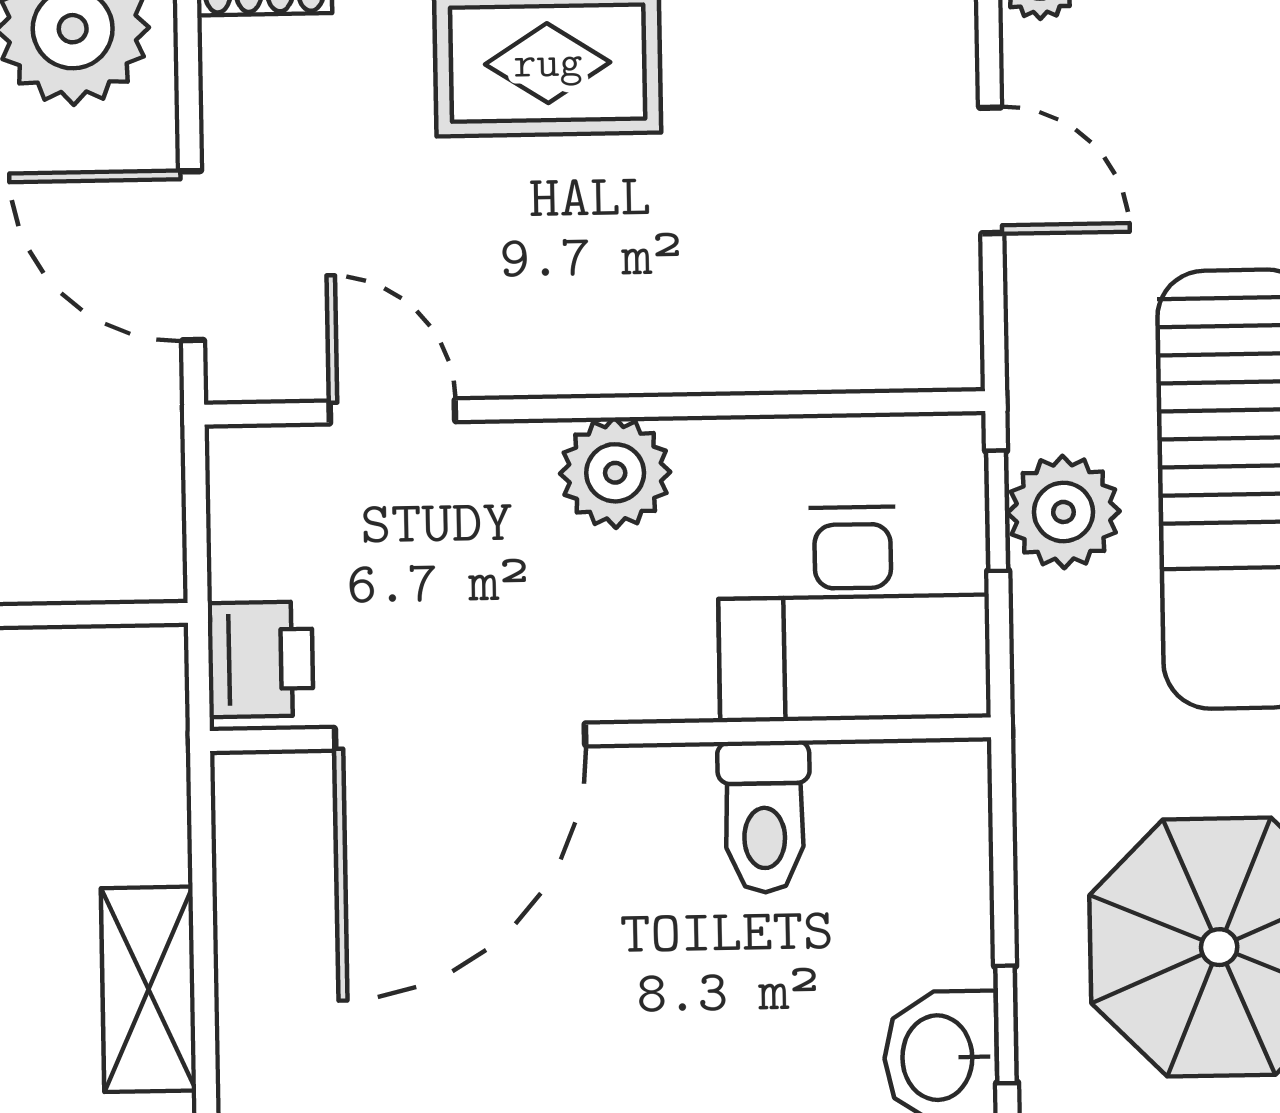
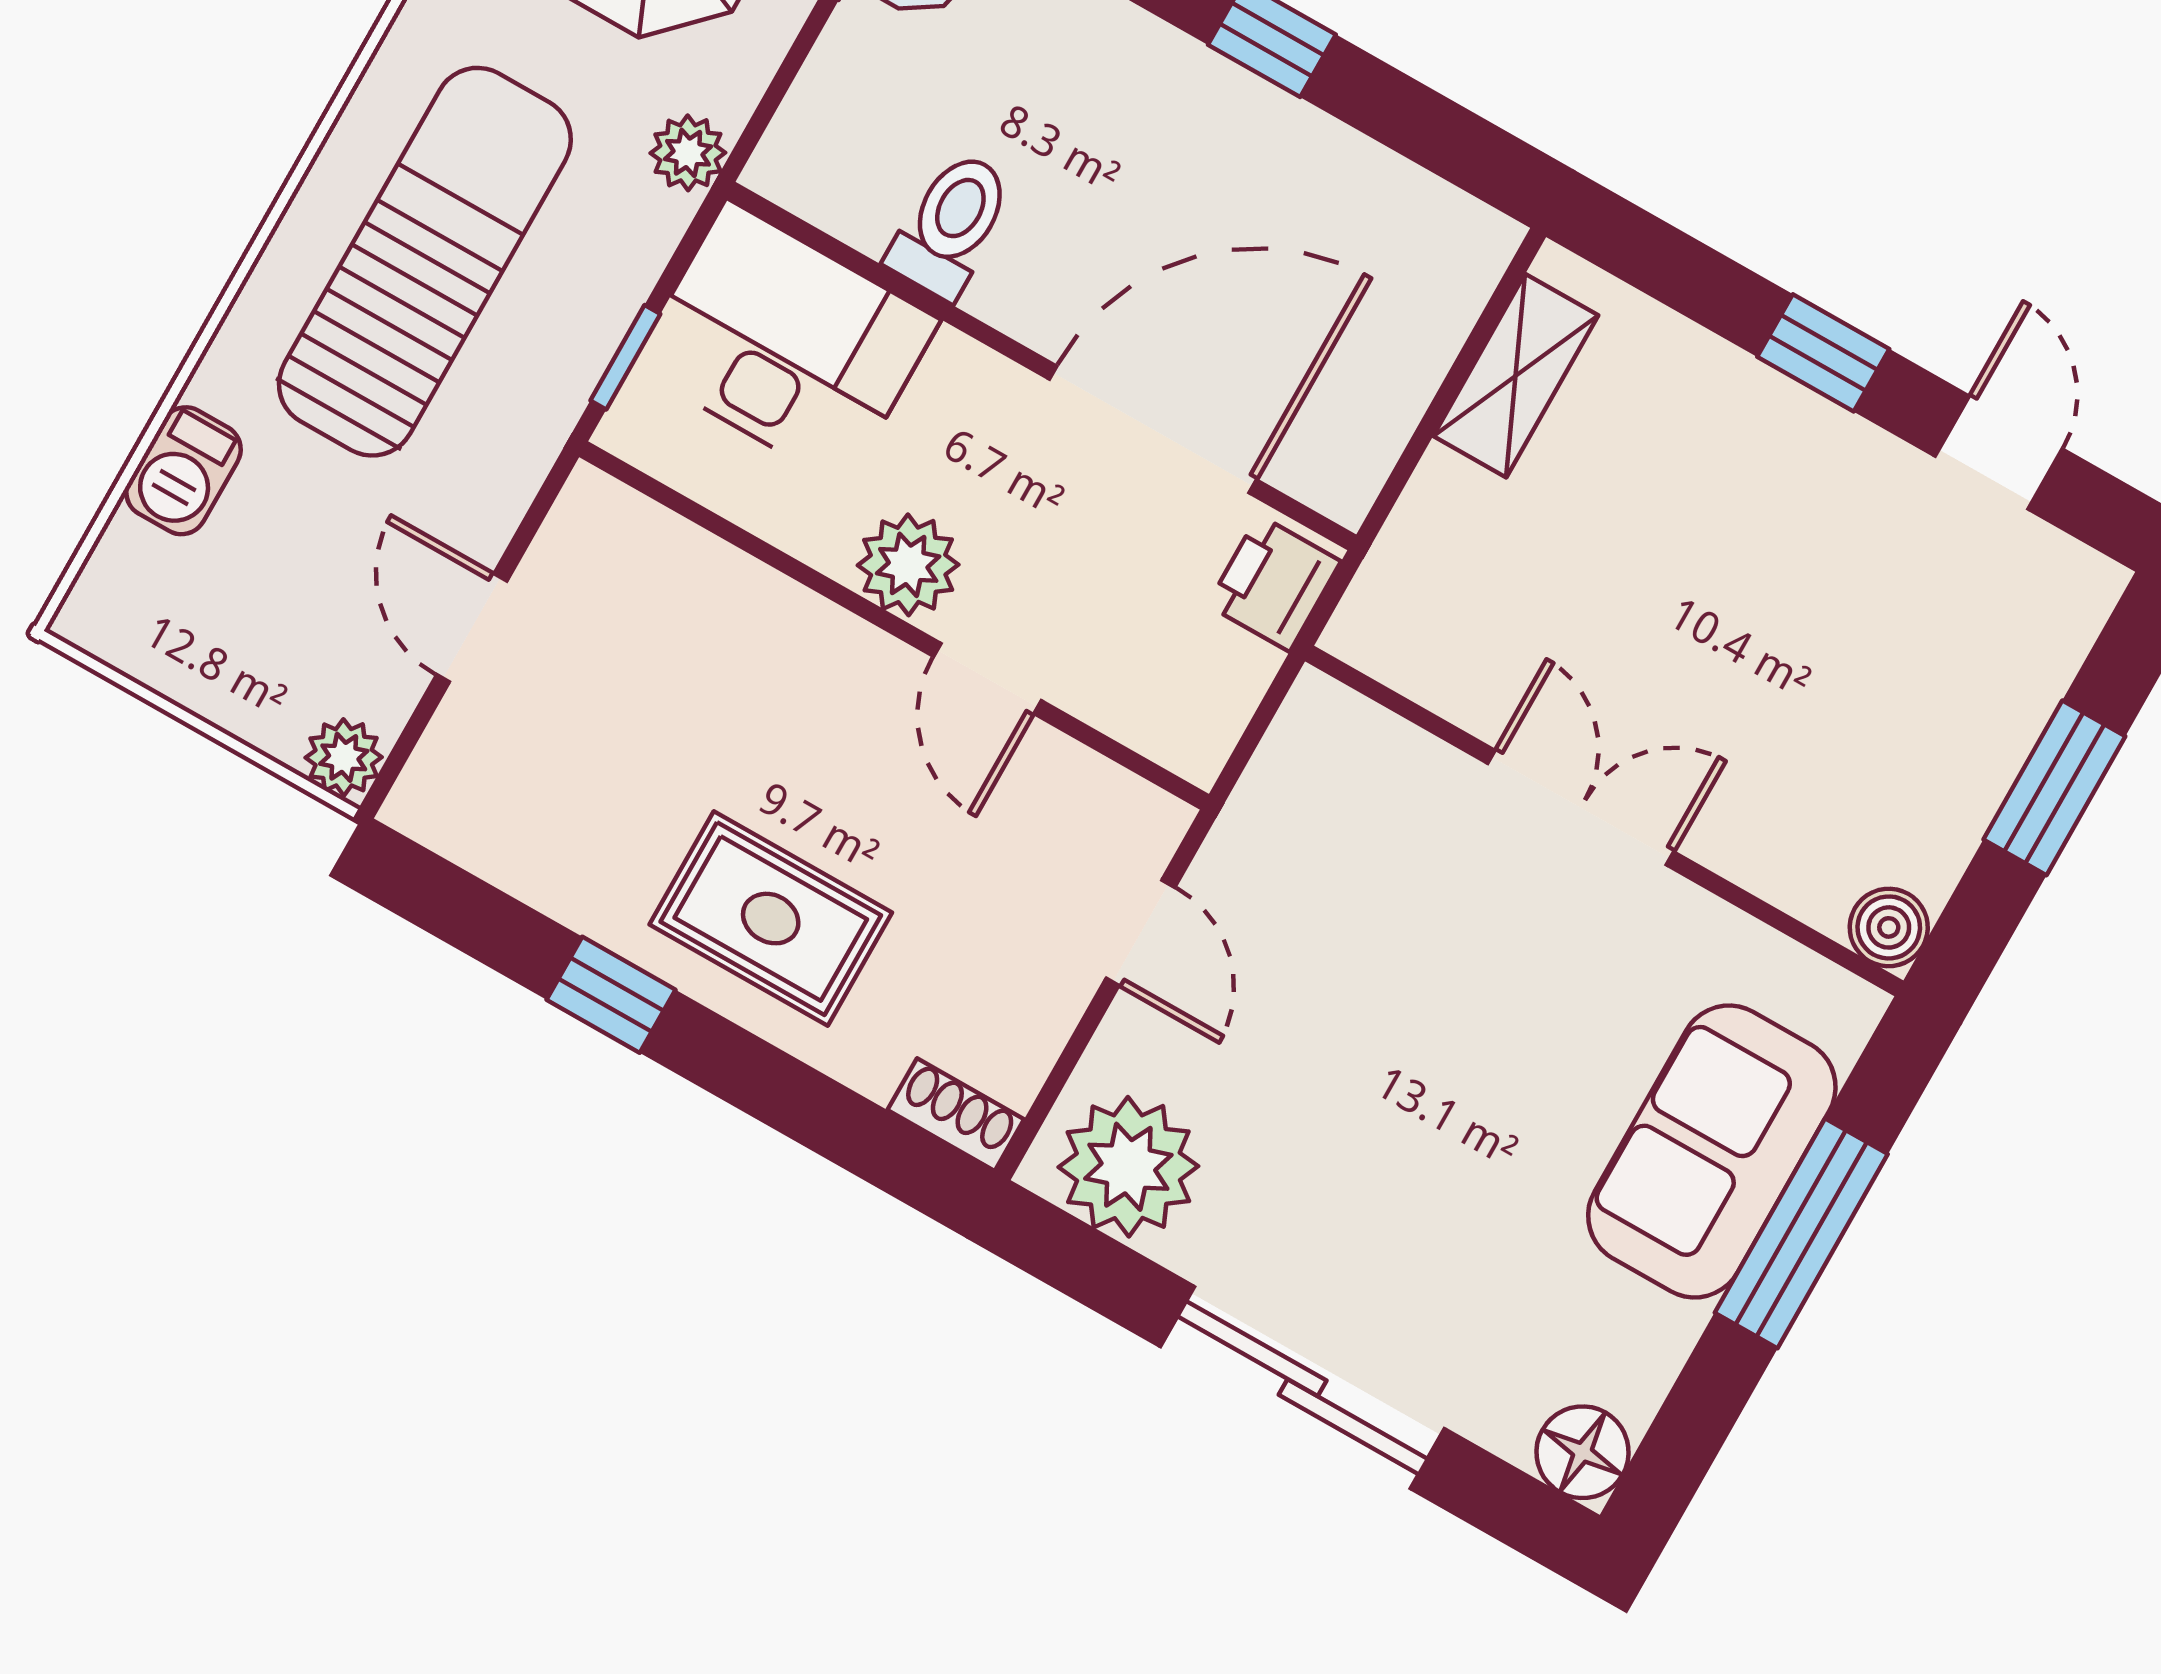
door: (192, 256) -> (1140, 933), width x0.73
door: (392, 411) -> (987, 678), moved
plant: (1063, 512) -> (688, 153), moved, width x0.73, depth x0.73

